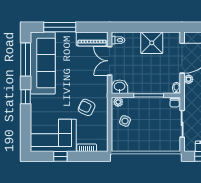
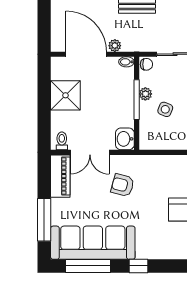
plant: (118, 102) -> (145, 94), moved
armchair: (87, 107) -> (123, 185), moved, turned 80
side table: (125, 121) -> (165, 109), moved

